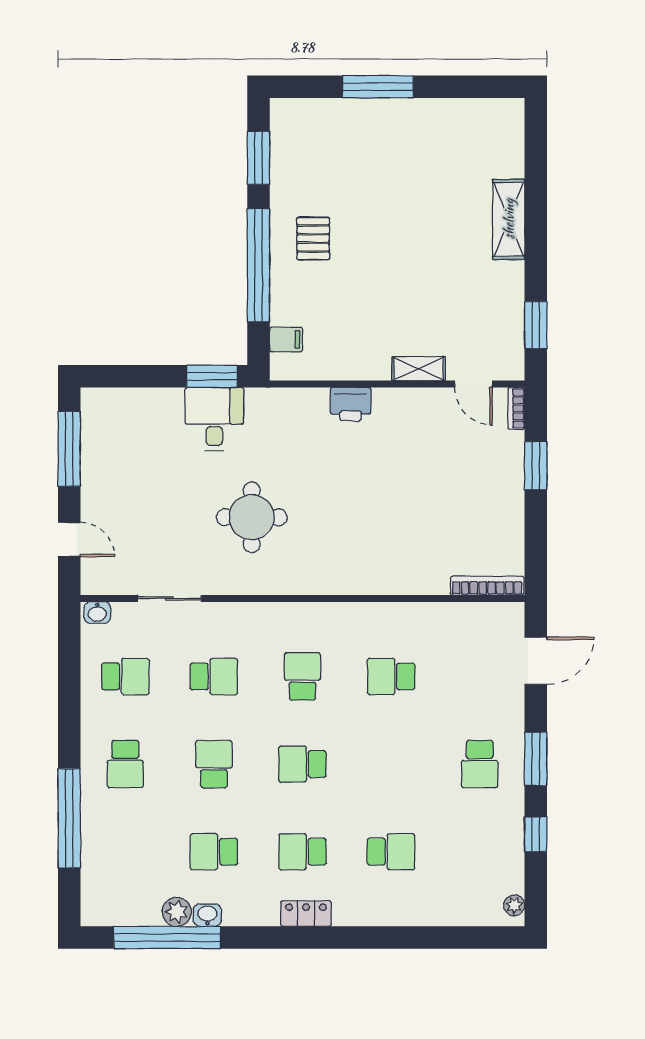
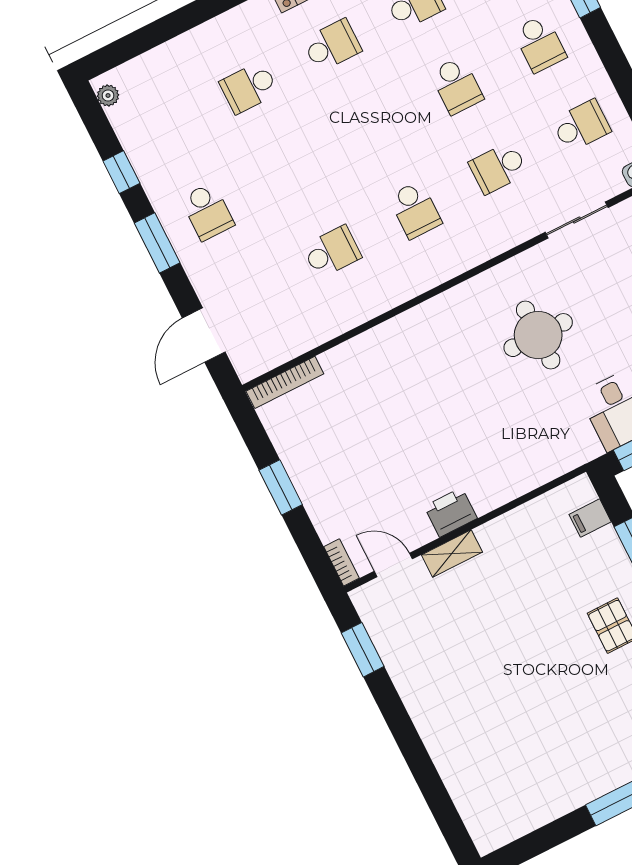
shelving: (509, 219) -> (438, 736), removed
printer: (351, 404) -> (451, 512), moved
window: (536, 466) -> (281, 487), moved
school desk: (125, 676) -> (581, 126), turned 180
school desk: (125, 764) -> (540, 44), turned 180
school desk: (302, 764) -> (374, 128), removed
school desk: (480, 764) -> (207, 212), turned 180

